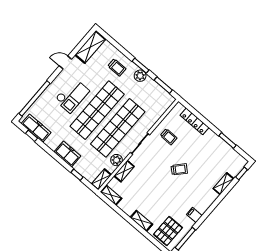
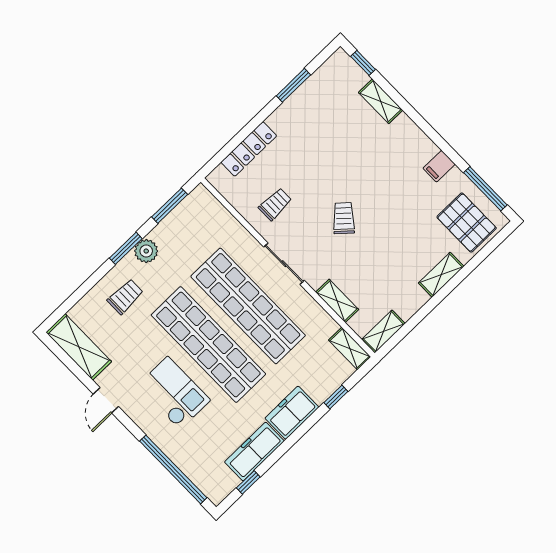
freezer: (36, 128) -> (254, 451), moved
plant: (117, 160) -> (313, 314), removed
trolley: (179, 169) -> (344, 218), moved

